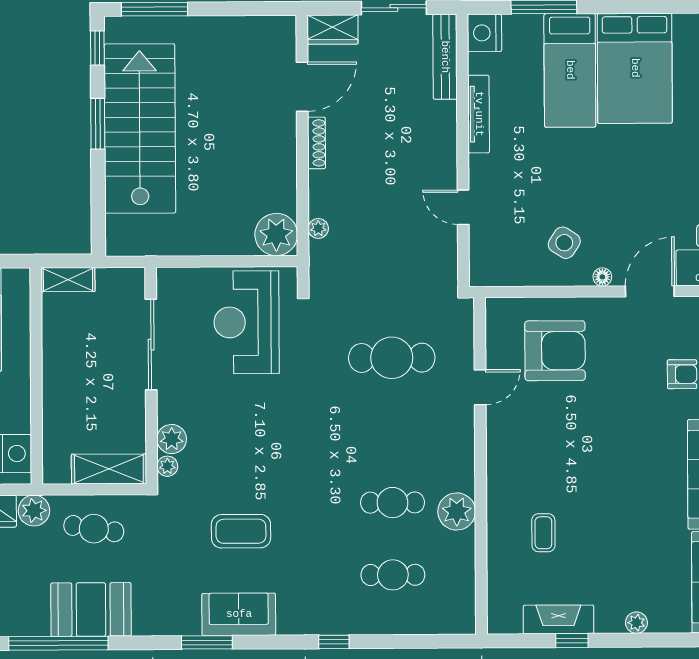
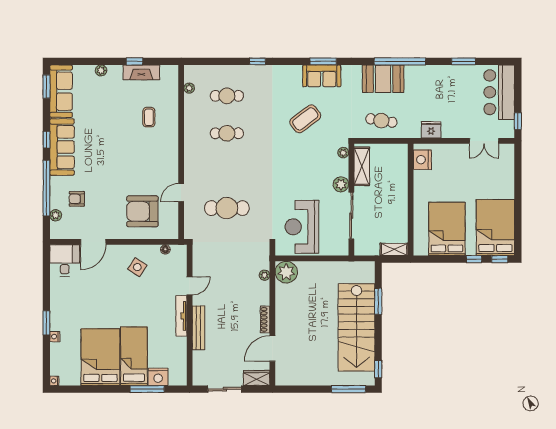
nightstand: (484, 33) -> (158, 377), moved, turned 90
bench: (445, 57) -> (198, 328), moved
tv unit: (479, 114) -> (181, 316), moved
window: (98, 124) -> (378, 301), moved
door: (463, 207) -> (190, 286), hinge flipped
floor lamp: (602, 277) -> (165, 249), moved
reception desk: (246, 322) -> (302, 227), turned 180
plant: (172, 439) -> (341, 184), moved
shelving: (109, 469) -> (362, 166), moved, turned 90
plant: (34, 511) -> (412, 130), removed
plant: (457, 512) -> (189, 88), moved, width x0.53, depth x0.53
coffee table: (241, 531) -> (305, 119), turned -37
sofa: (239, 614) -> (322, 76), moved

